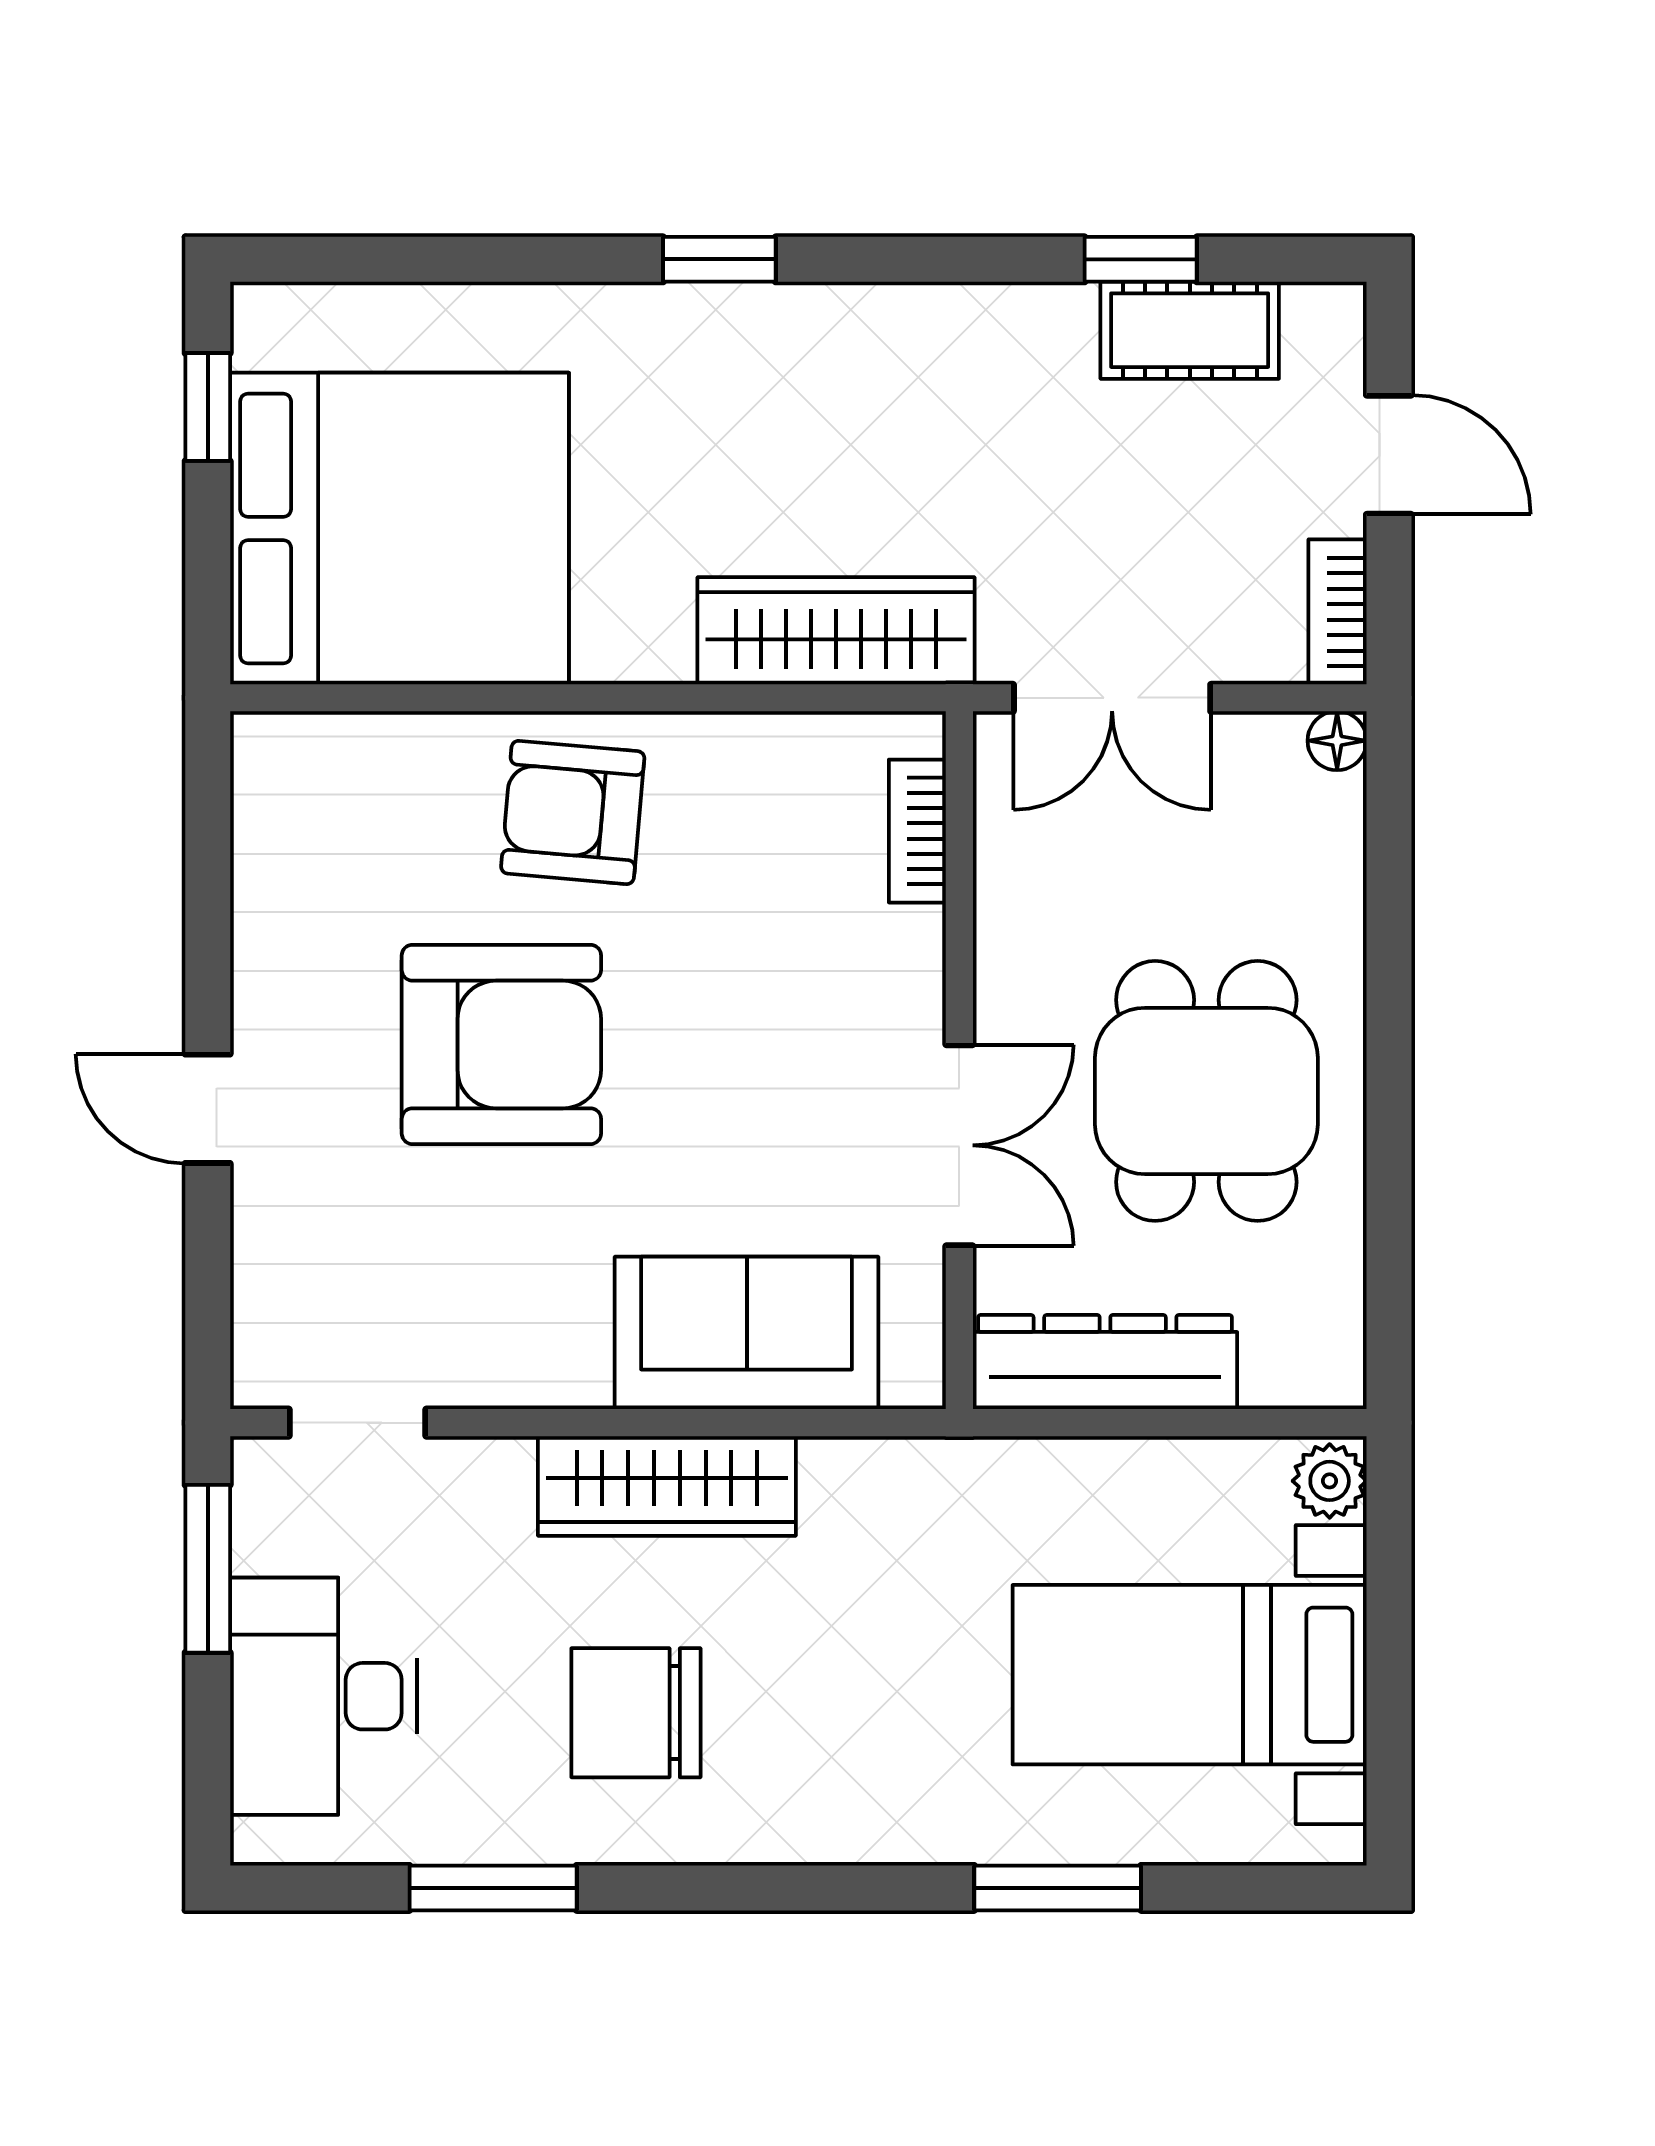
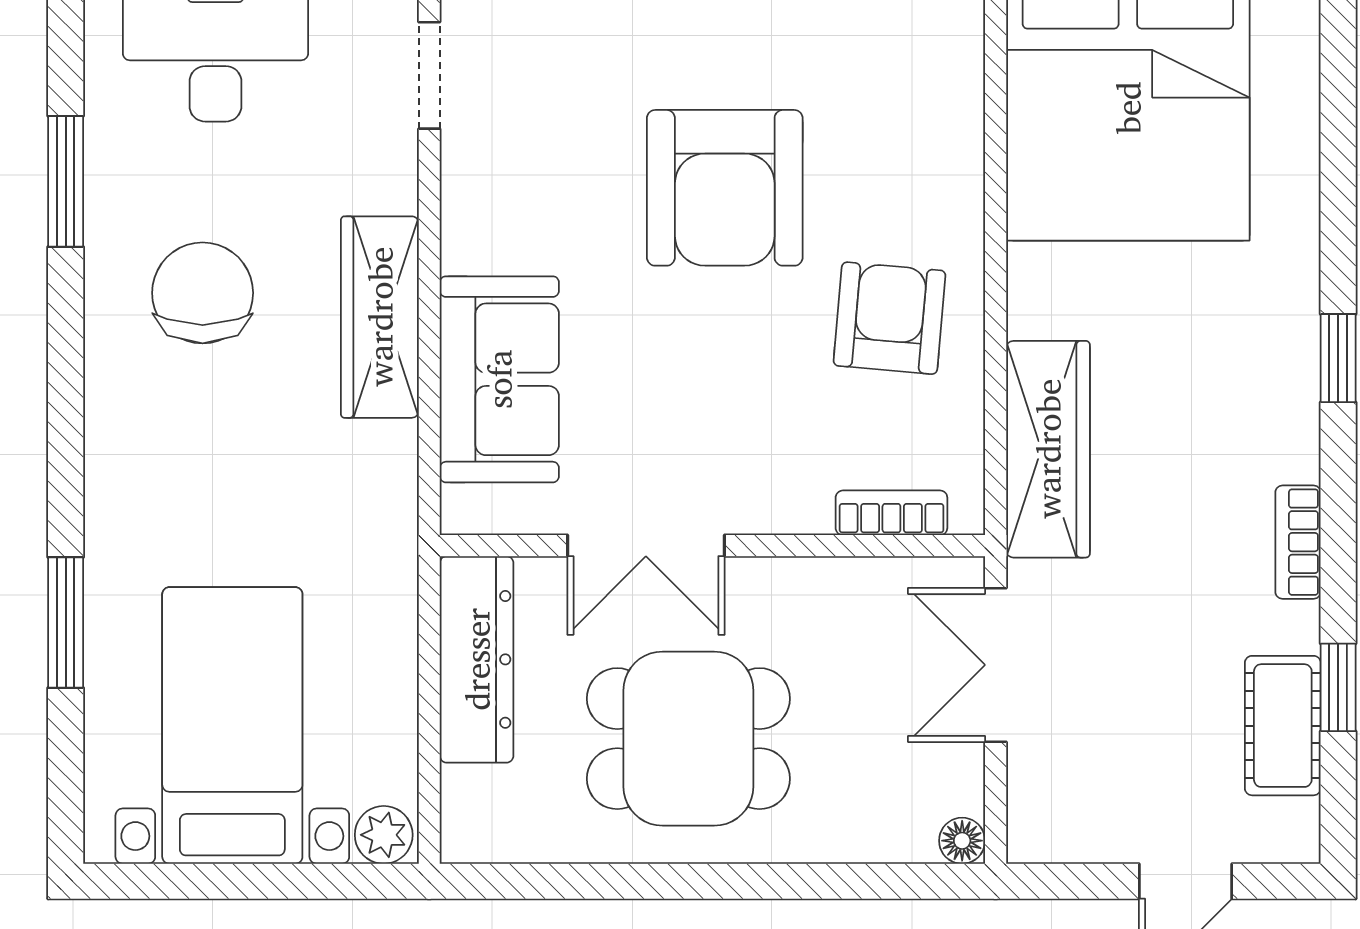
bookcase: (1338, 612) -> (1298, 542), moved, turned -90
armchair: (573, 812) -> (890, 318), moved

